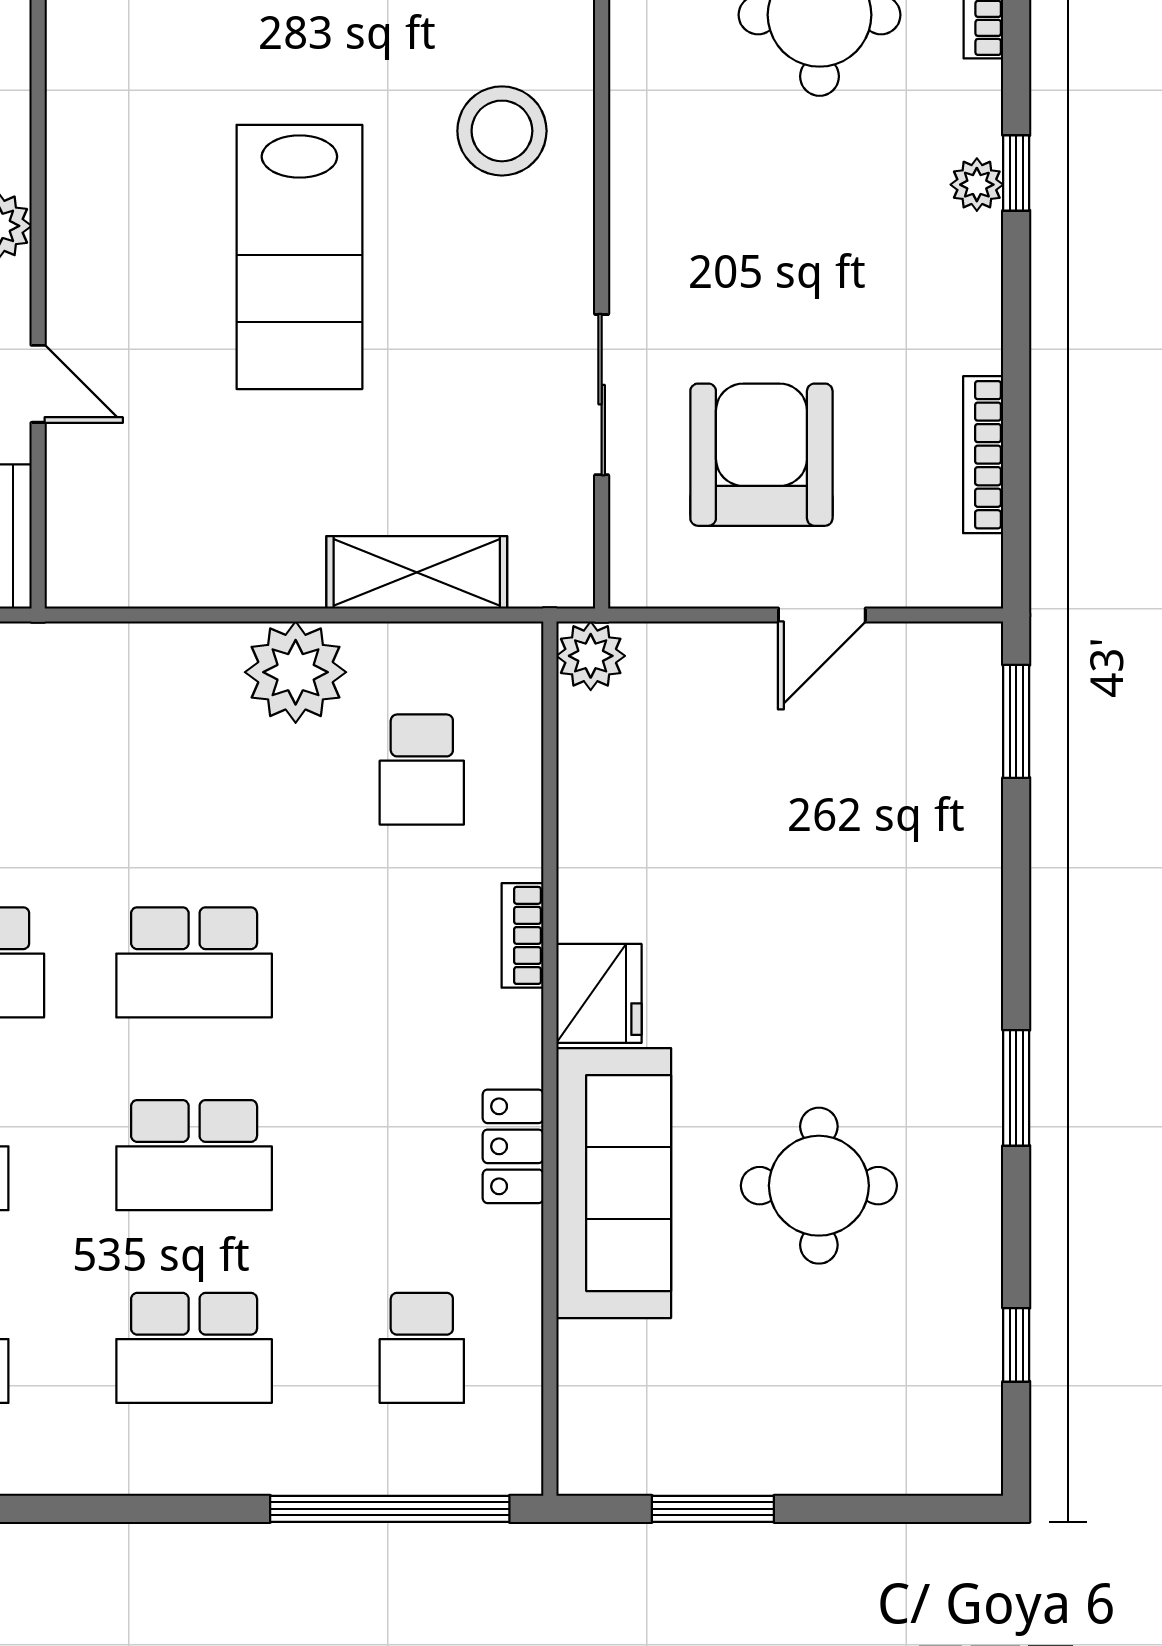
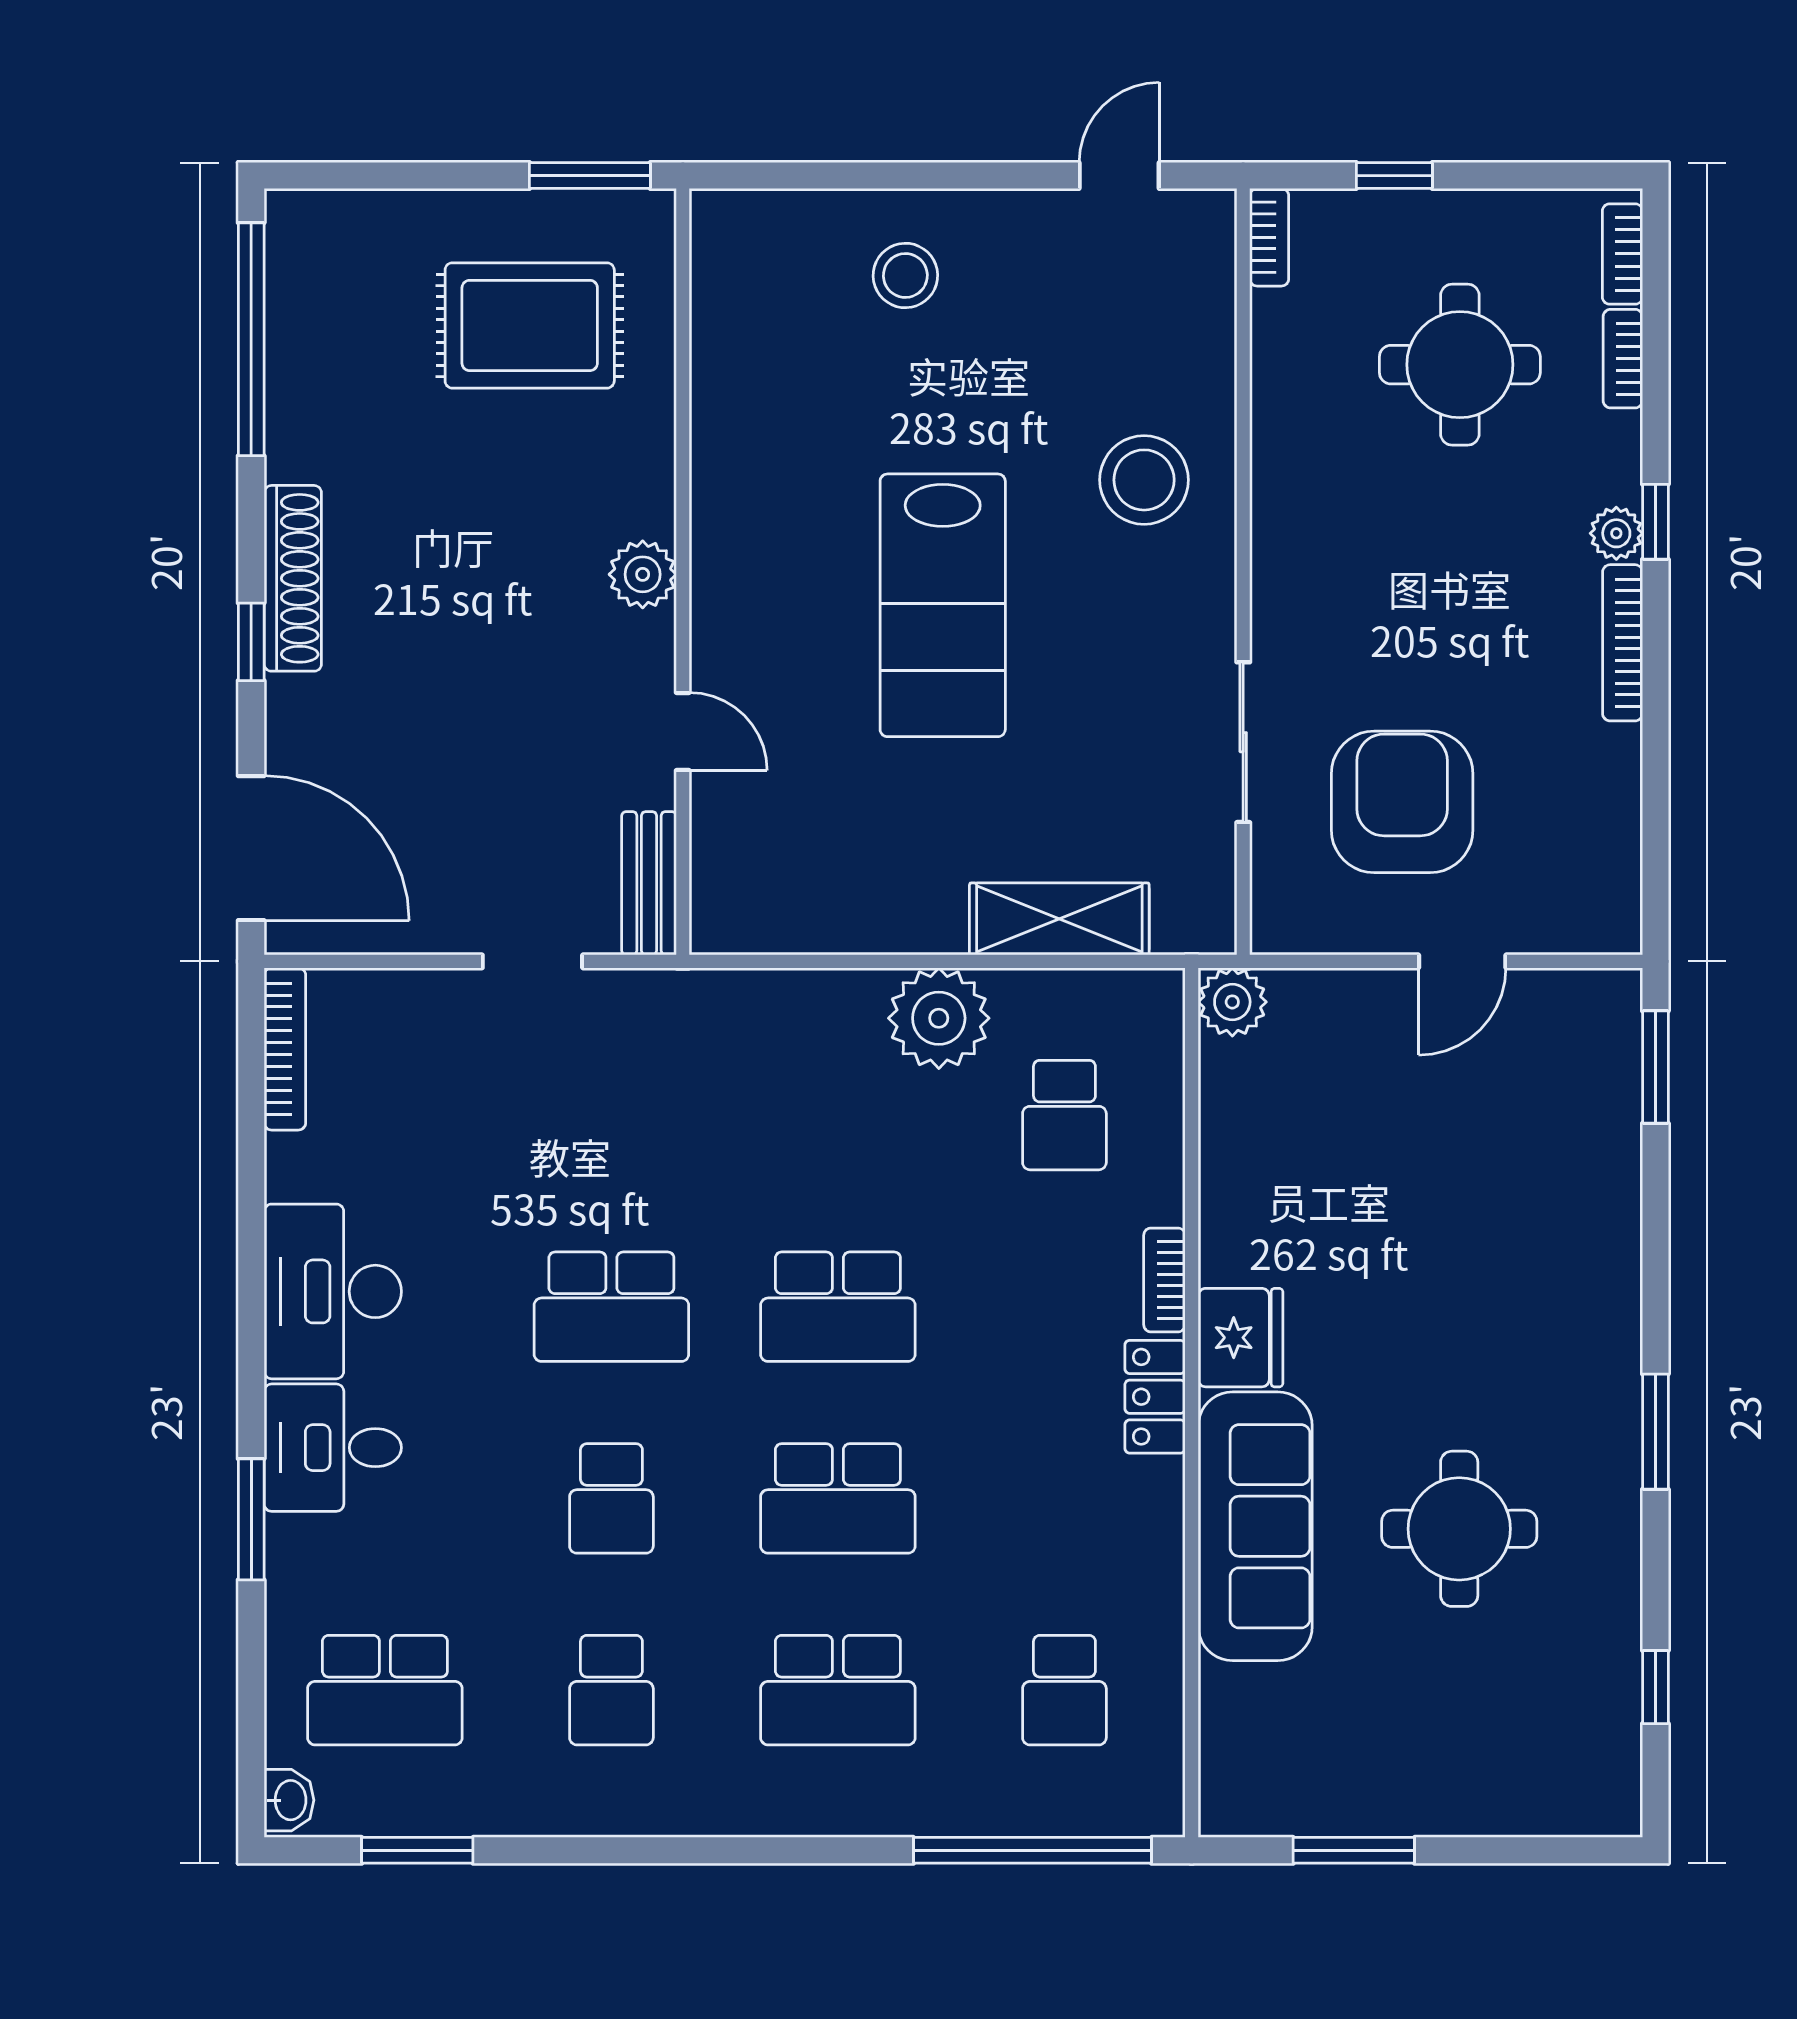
bookcase: (983, 455) -> (1623, 643), moved
locker: (513, 1146) -> (1155, 1397), moved

